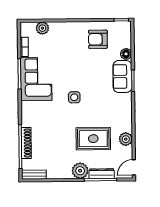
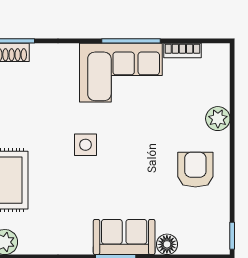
plant: (42, 28) -> (218, 119), moved
armchair: (98, 39) -> (195, 170), moved

